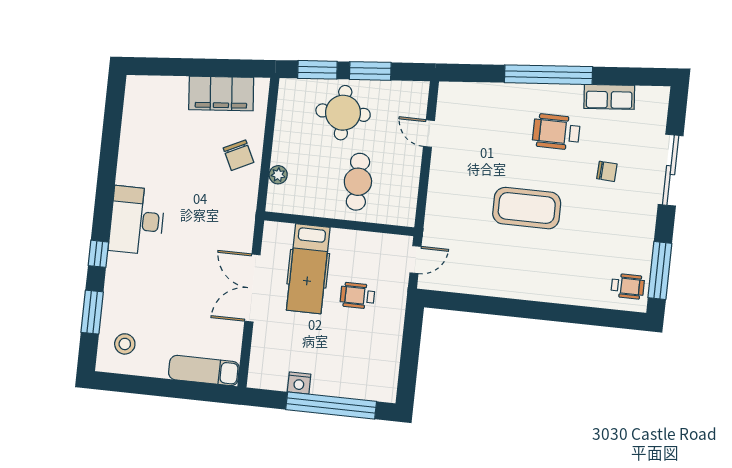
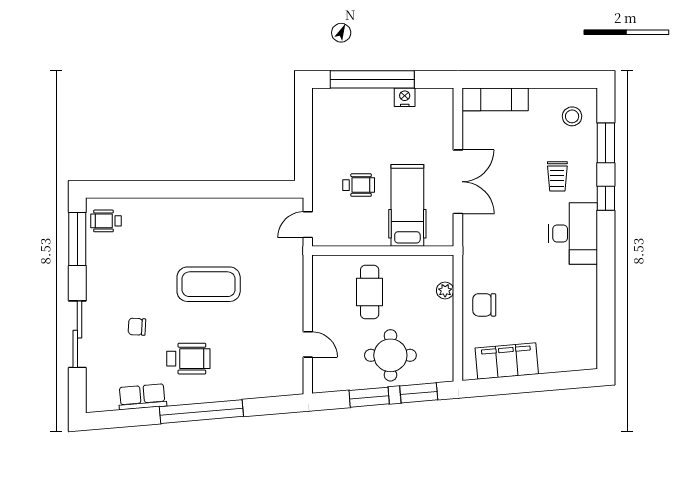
chair: (238, 155) -> (484, 305), turned -64
trolley: (147, 282) -> (557, 176), added

